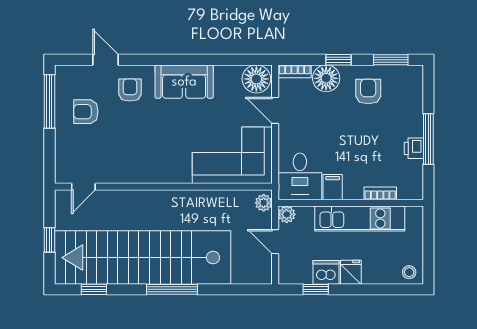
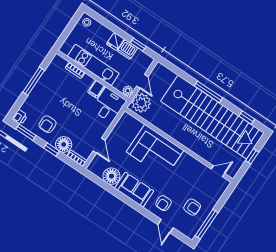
floor lamp: (256, 79) -> (111, 176), moved
printer: (414, 148) -> (20, 117), moved
corner sofa: (232, 155) -> (155, 151), moved
plant: (264, 203) -> (141, 103), width x1.88, depth x1.88

